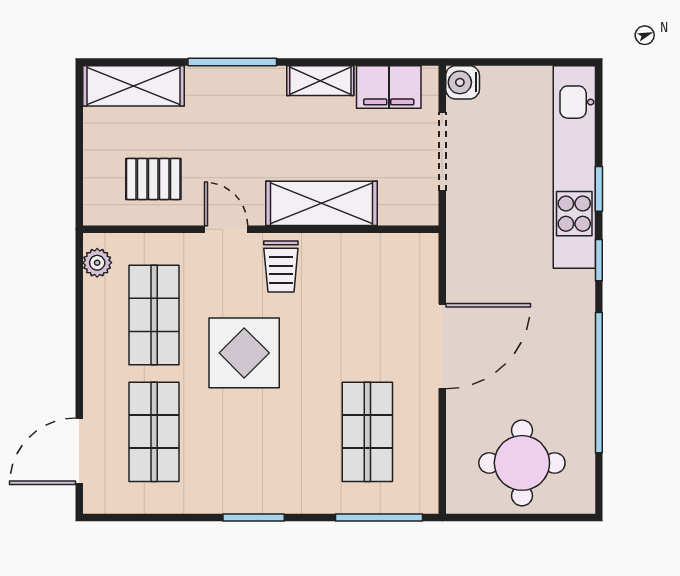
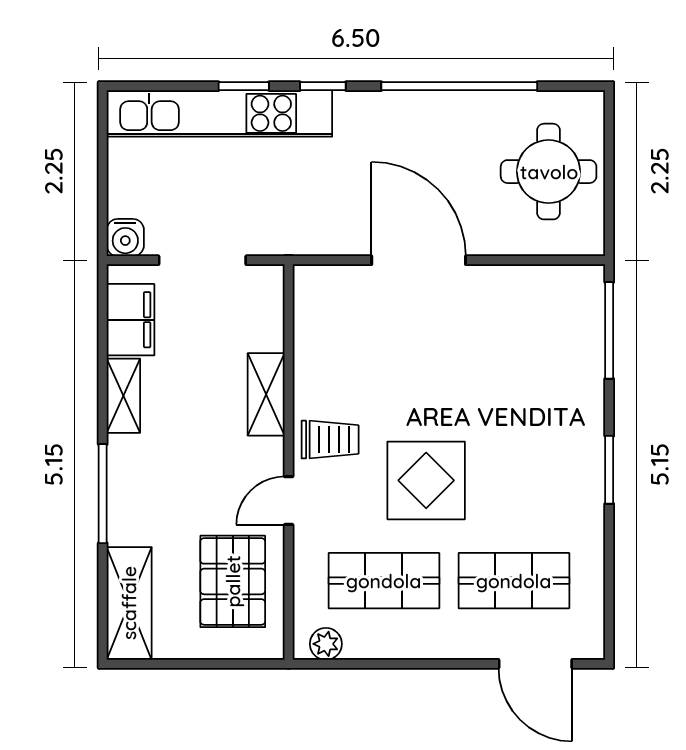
pallet: (153, 179) -> (233, 581), width x1.50, depth x1.42
shelving: (322, 203) -> (266, 394), width x0.67, depth x0.75
shop shelf: (367, 432) -> (514, 343), removed

